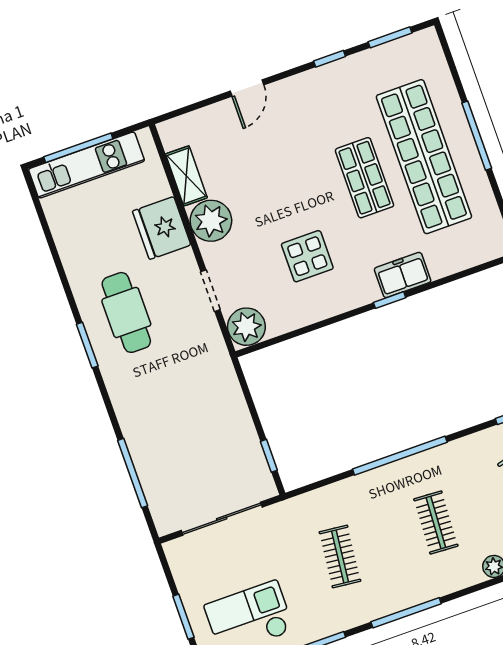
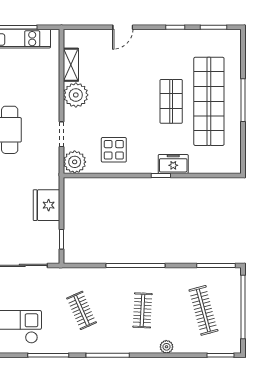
fridge: (162, 228) -> (46, 205), moved
display table: (307, 256) -> (114, 150), moved
clothes rail: (340, 556) -> (82, 310), turned -30

